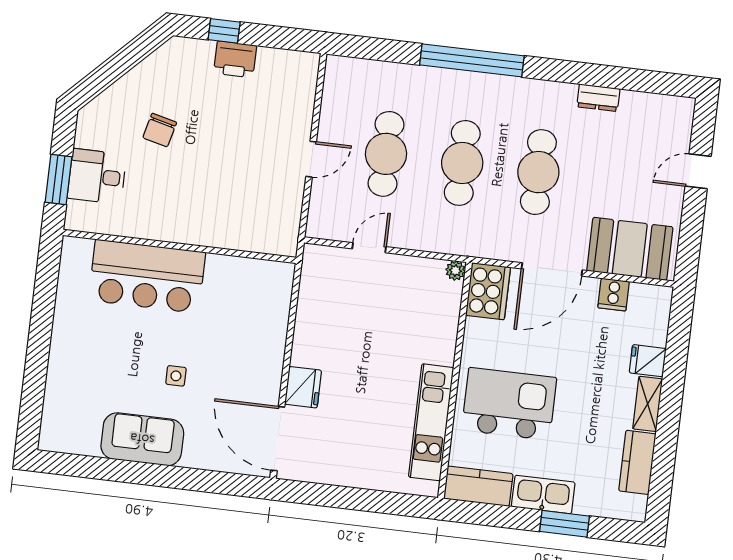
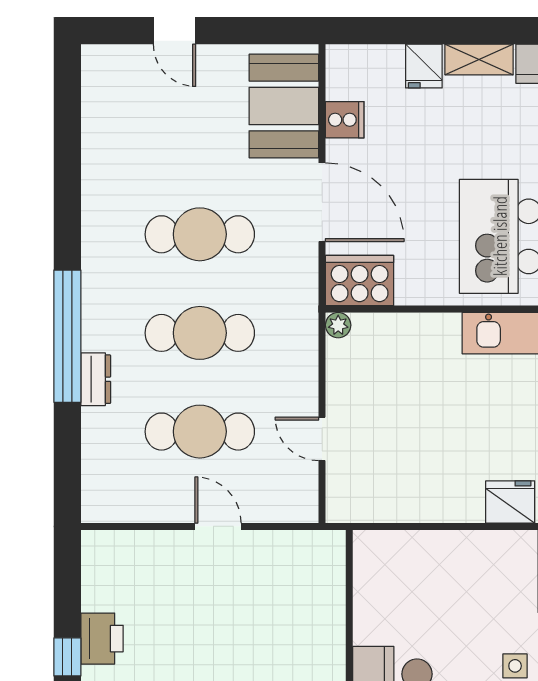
dresser: (598, 98) -> (96, 379), moved

